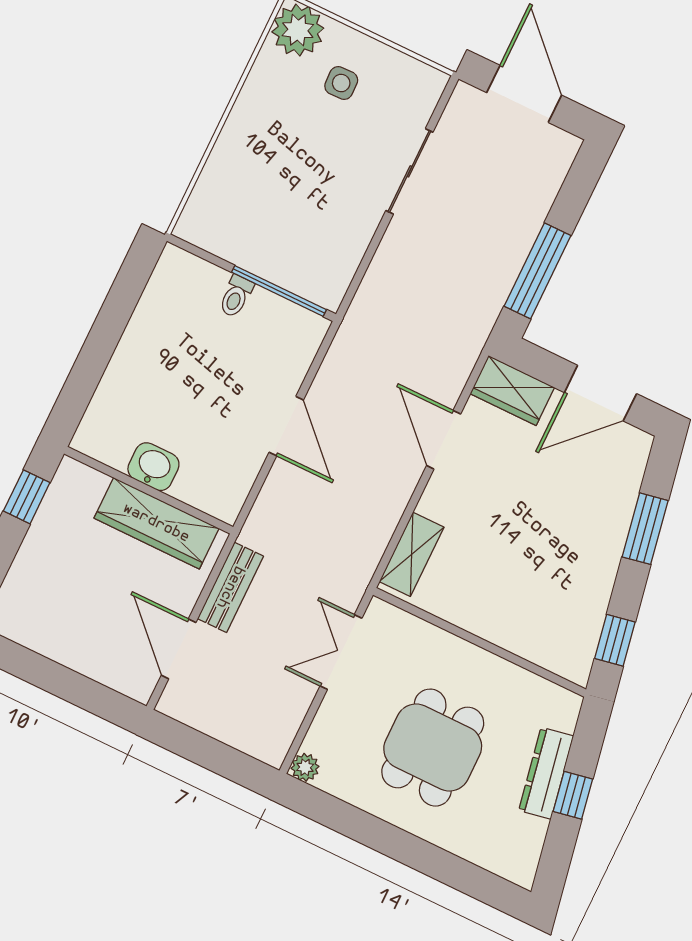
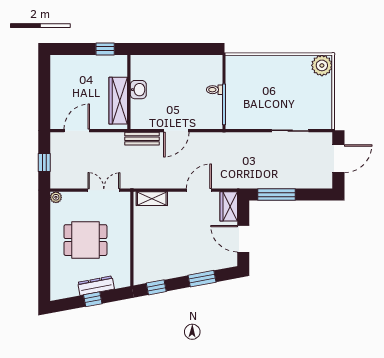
side table: (341, 83) -> (310, 90), removed
bench: (230, 587) -> (142, 139), moved
window: (215, 756) -> (44, 162), added

